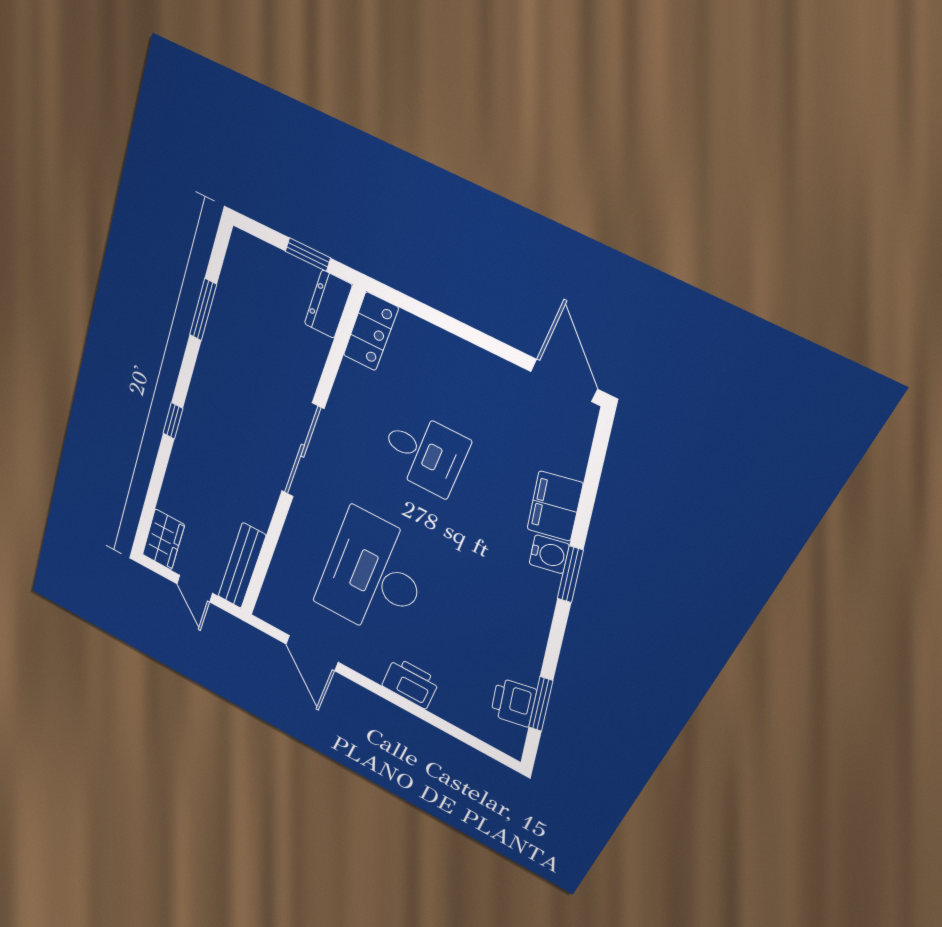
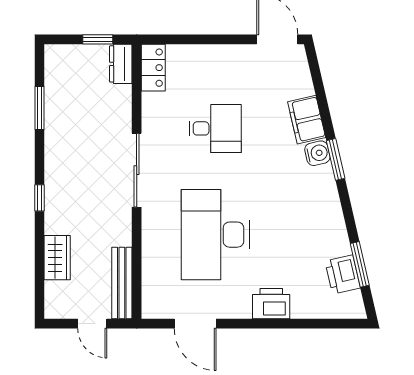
wardrobe: (163, 540) -> (57, 258), moved

